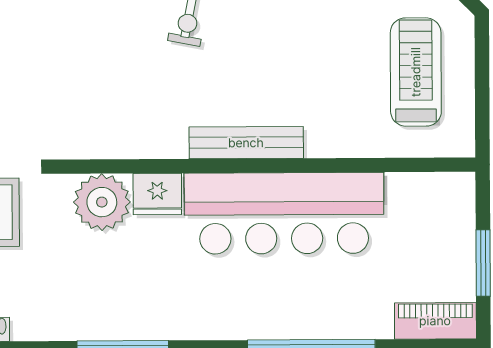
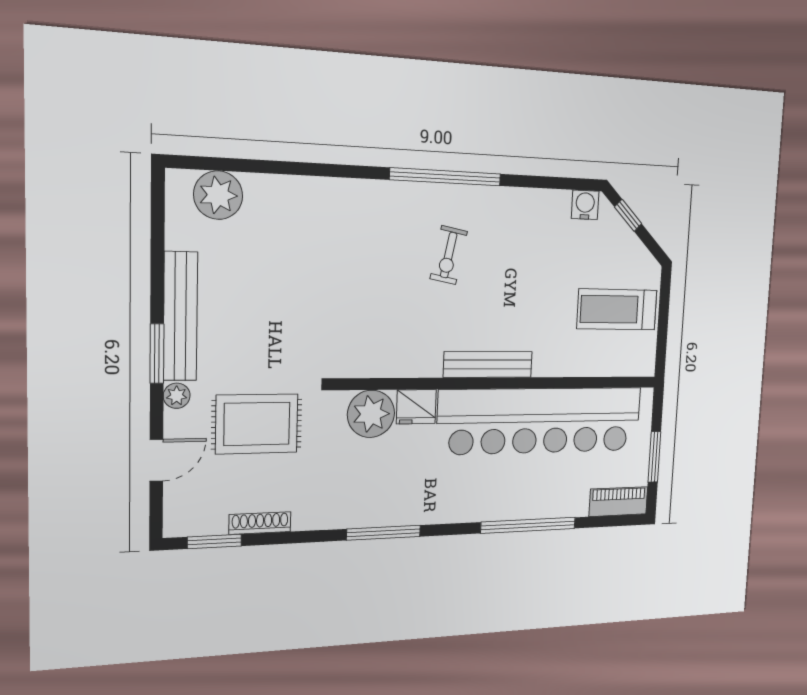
treadmill: (416, 72) -> (617, 309), turned -90
bar counter: (284, 213) -> (541, 421), width x1.36

